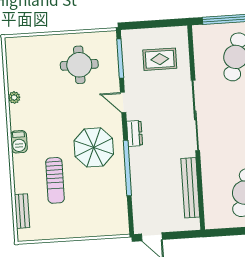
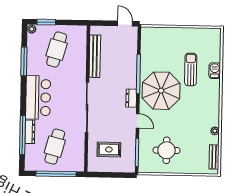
barbecue: (19, 142) -> (215, 71), moved
parasol: (94, 147) -> (161, 91), width x1.36, depth x1.36
bench: (22, 211) -> (214, 157), moved

